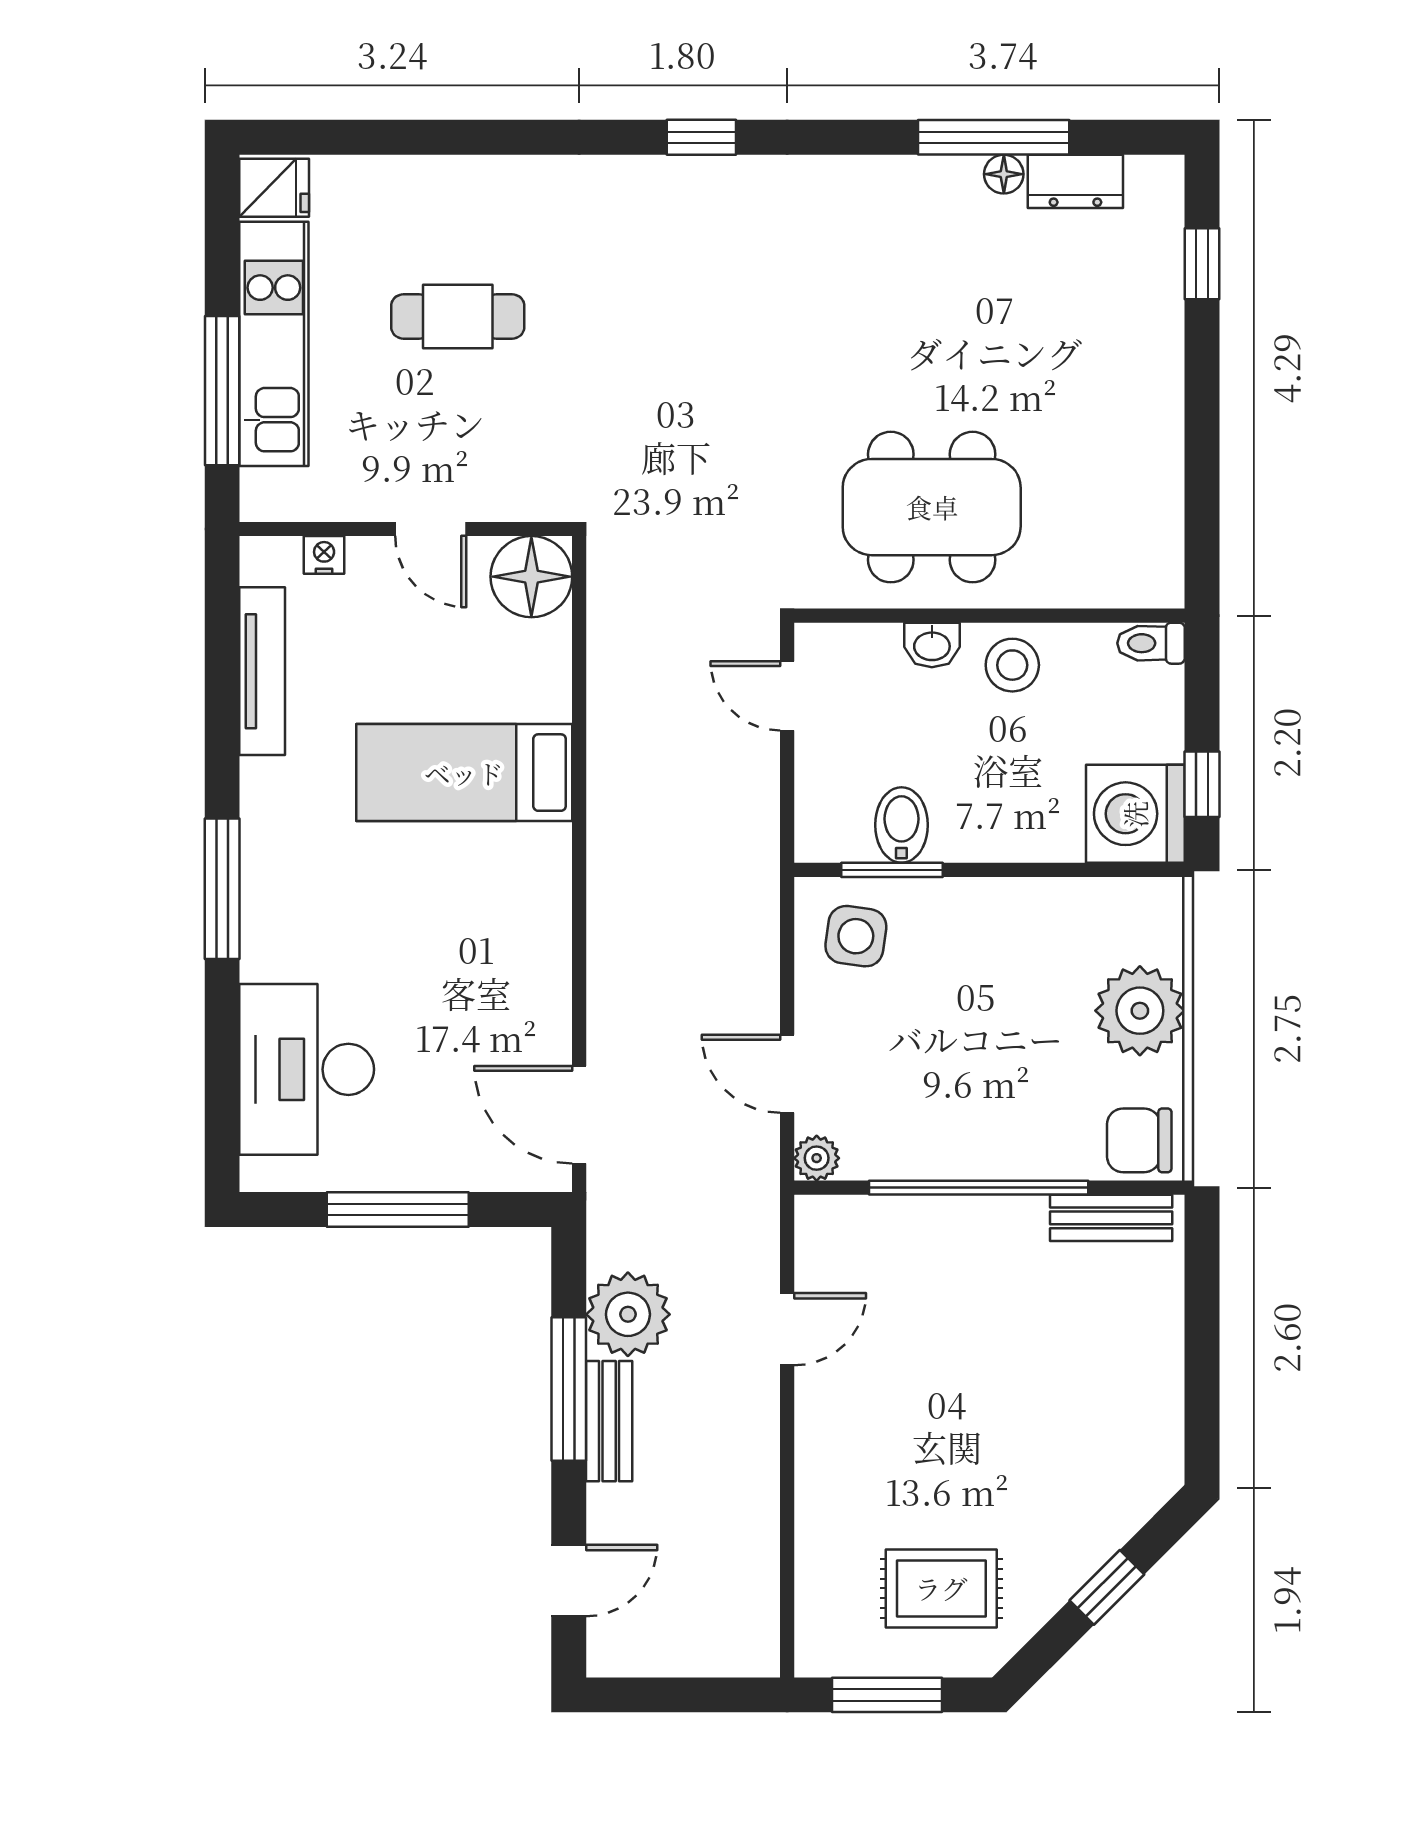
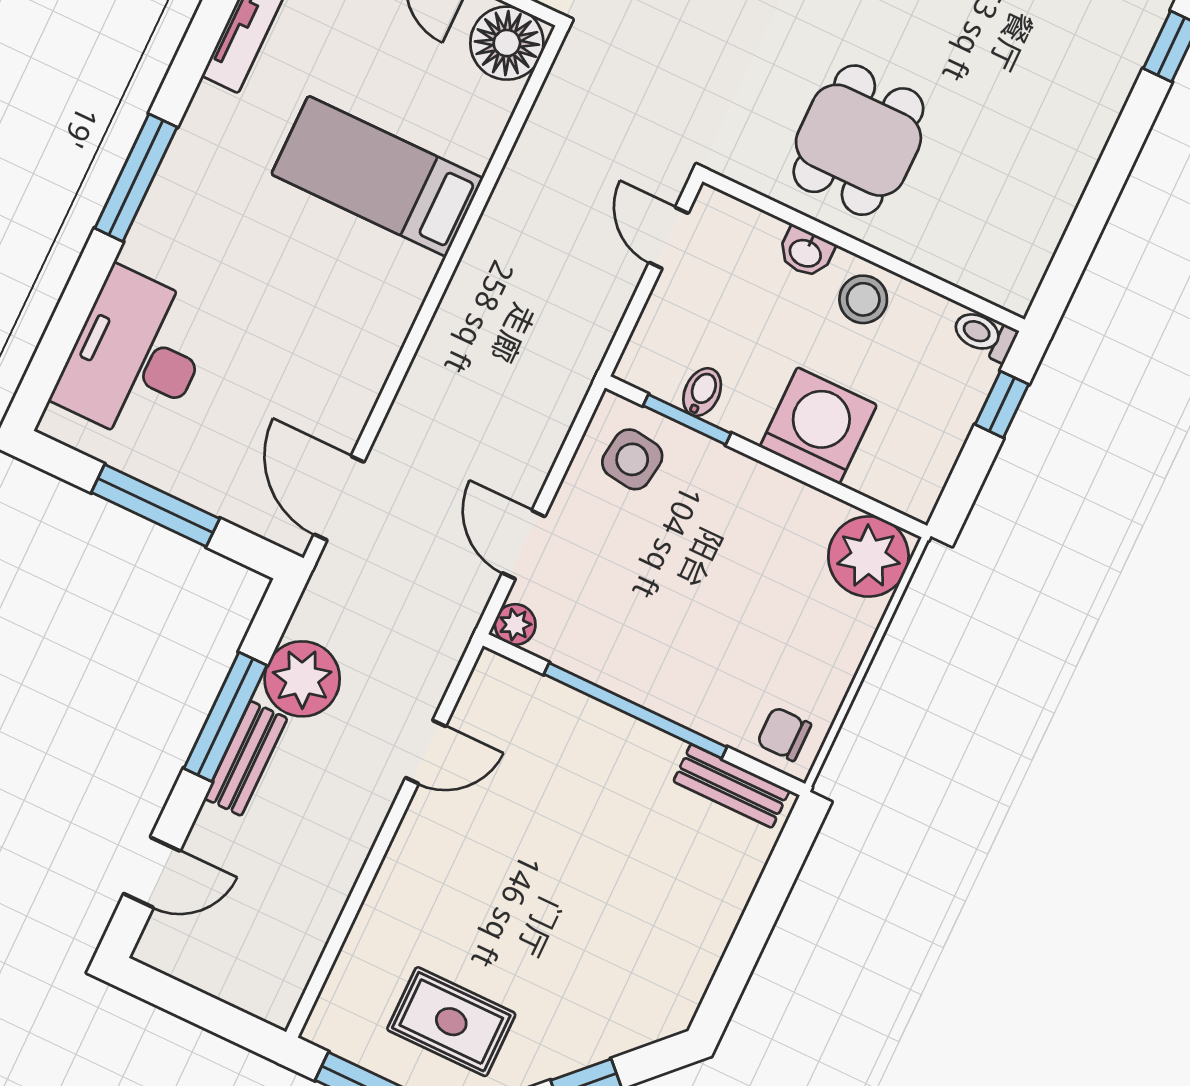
dining table: (932, 507) -> (858, 140), width x0.73
window: (1202, 784) -> (1002, 404), moved
washing machine: (1135, 814) -> (818, 426), moved, turned 90
bidet: (901, 825) -> (702, 392), width x0.72, depth x0.74
plant: (1140, 1011) -> (868, 556), moved
chair: (1139, 1140) -> (784, 734), width x0.73, depth x0.73

